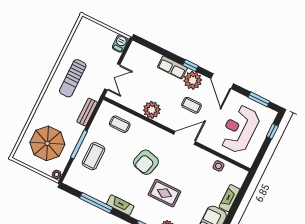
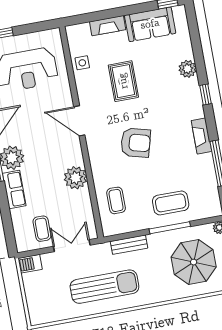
sun lounger: (73, 78) -> (104, 287), width x1.36, depth x1.34
coffee table: (191, 105) -> (42, 229), moved
rug: (164, 193) -> (123, 81), moved

